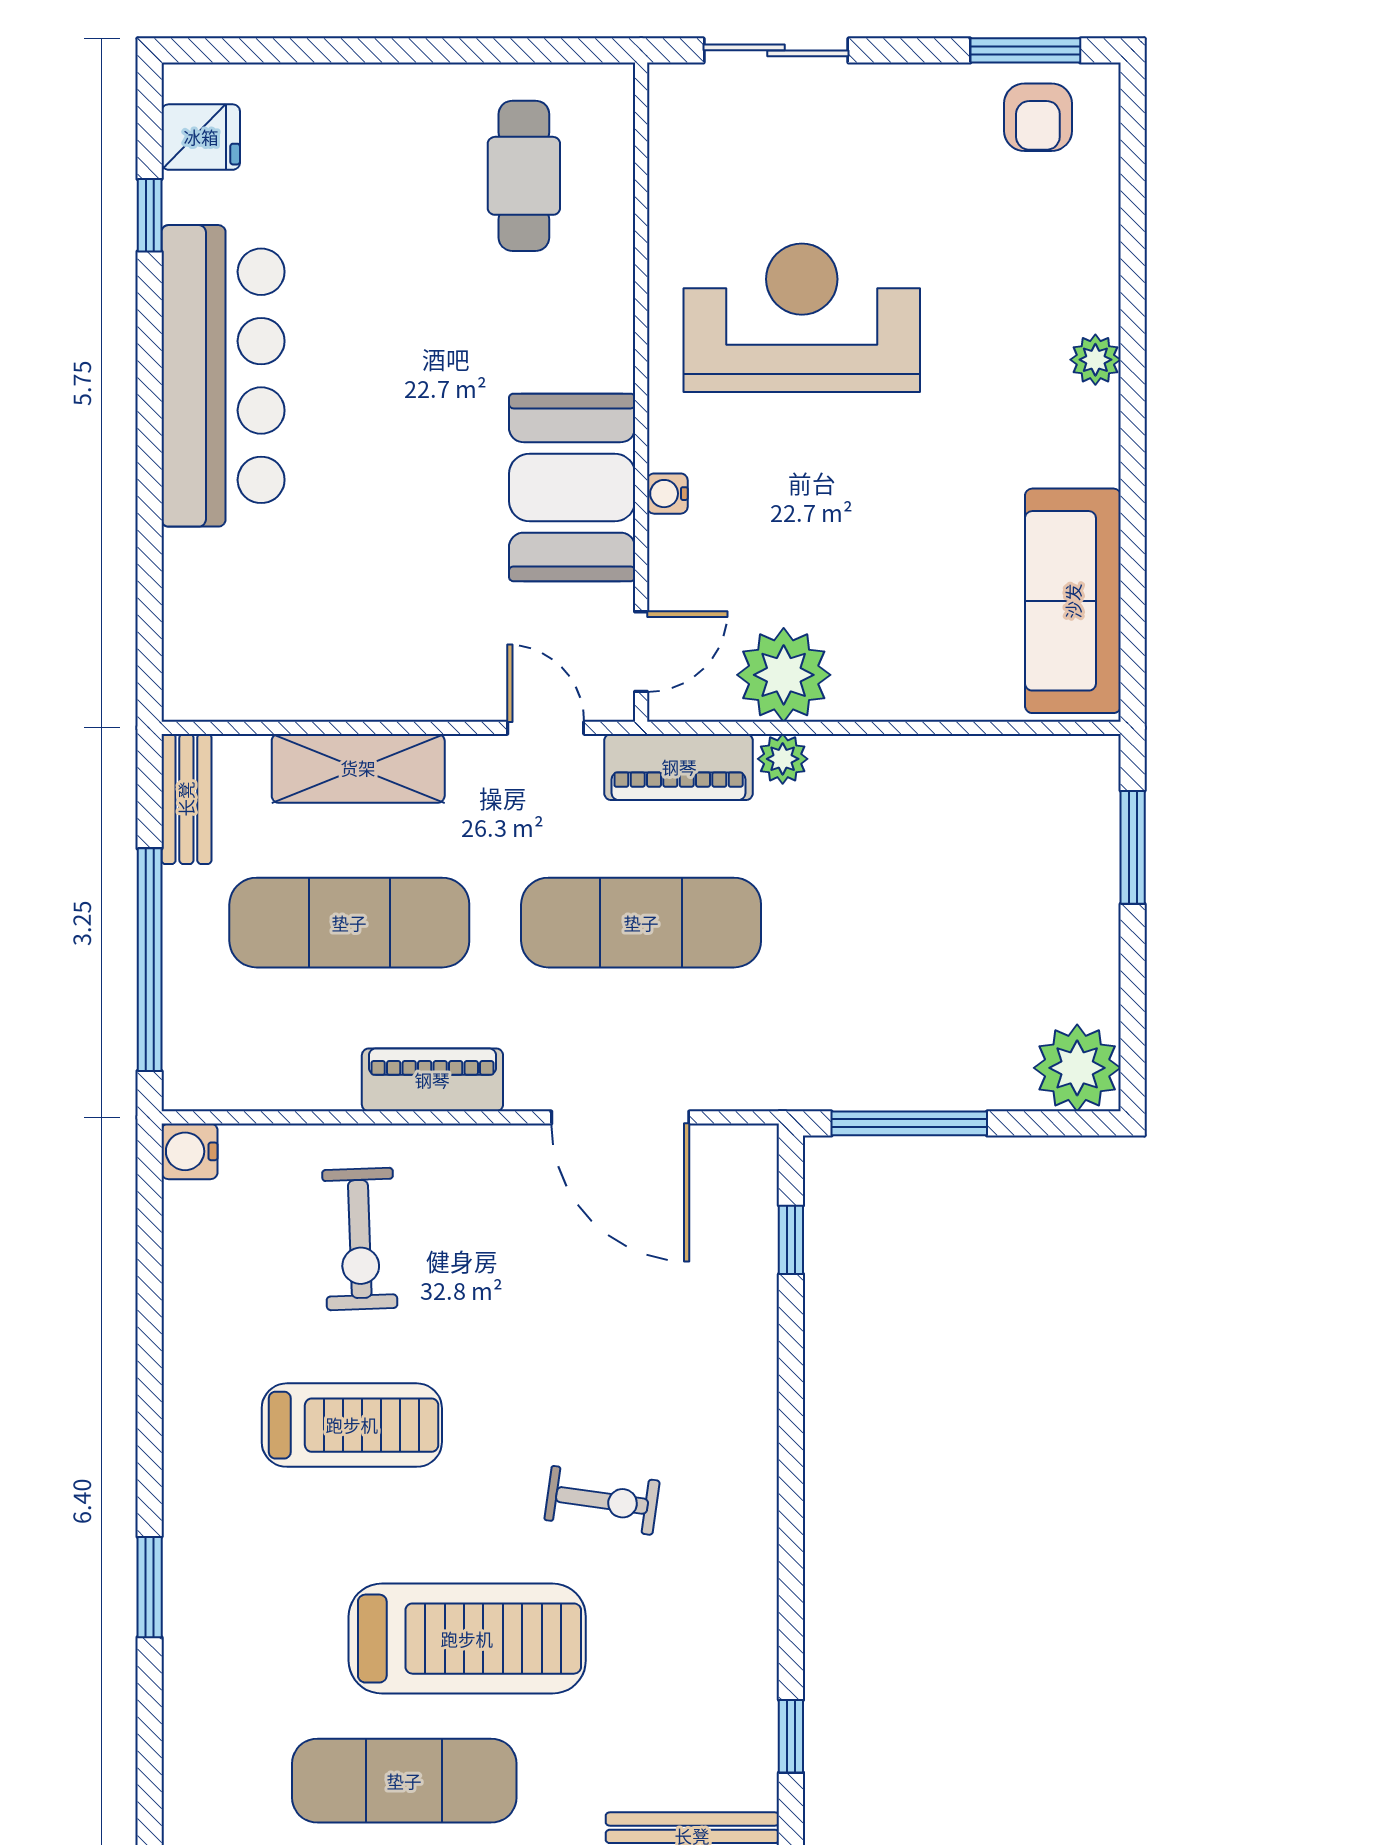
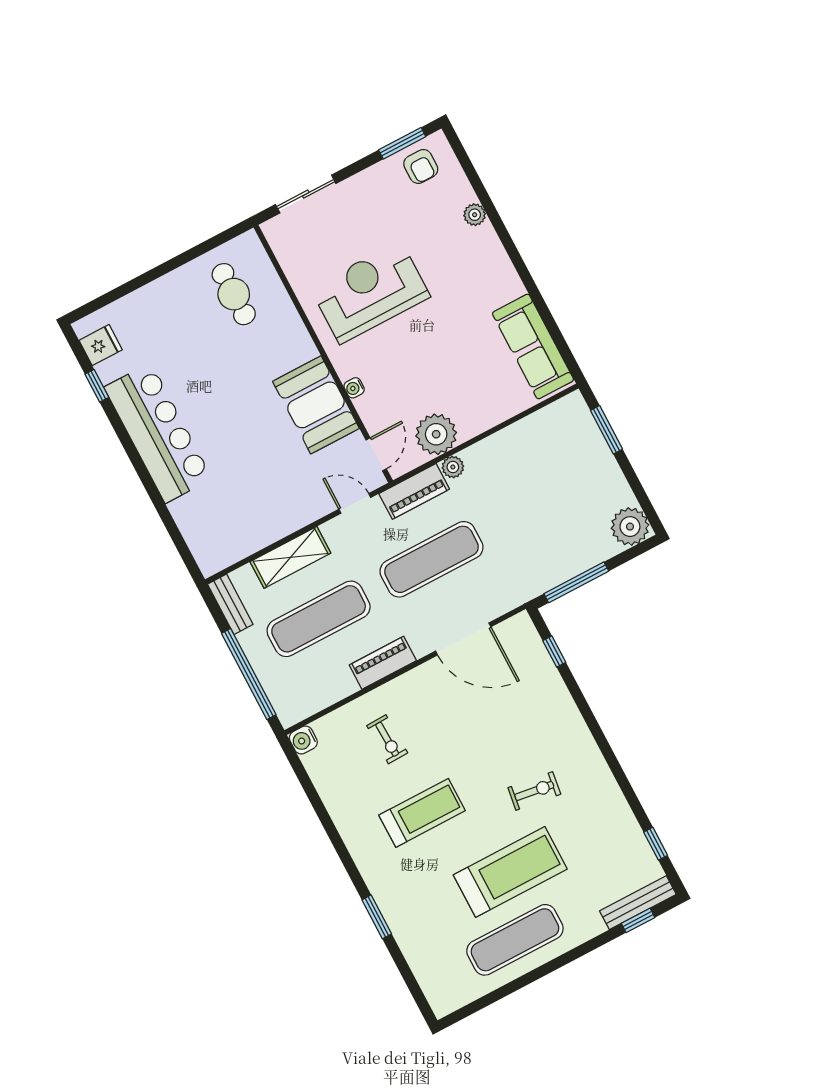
plant: (1095, 360) -> (475, 215), moved
exercise bike: (360, 1239) -> (387, 739), width x0.73, depth x0.72

